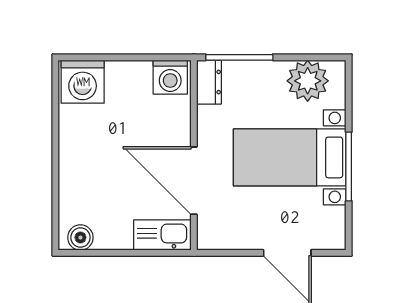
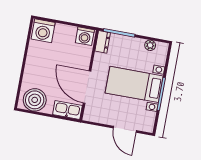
plant: (308, 81) -> (150, 45), width x0.53, depth x0.53
boiler: (80, 237) -> (35, 100), width x1.86, depth x1.86

